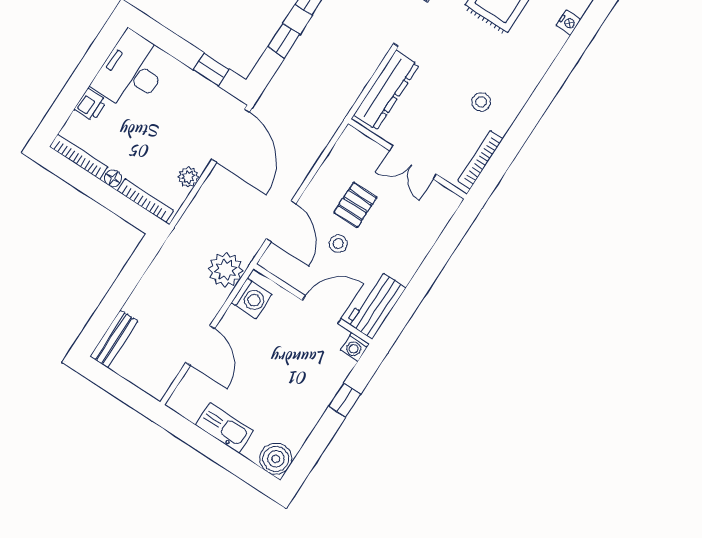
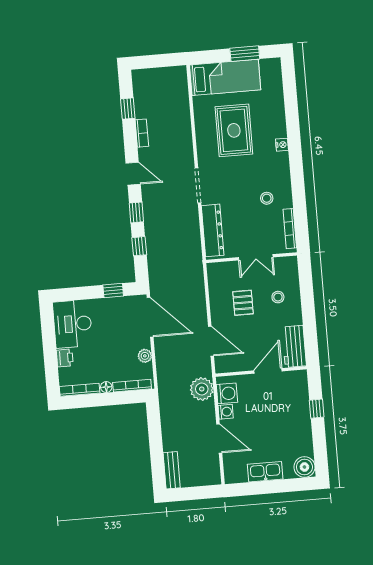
nightstand: (568, 23) -> (282, 145), moved
stool: (338, 244) -> (278, 297), moved
washing machine: (355, 347) -> (226, 412), moved, turned -90

